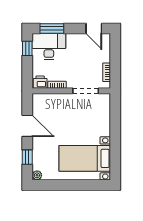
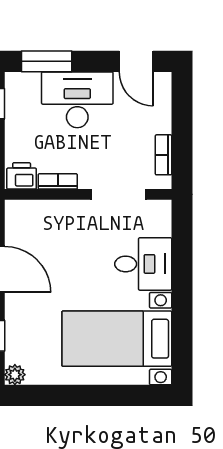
desk: (49, 46) -> (77, 100), moved
desk: (97, 123) -> (143, 264), added

